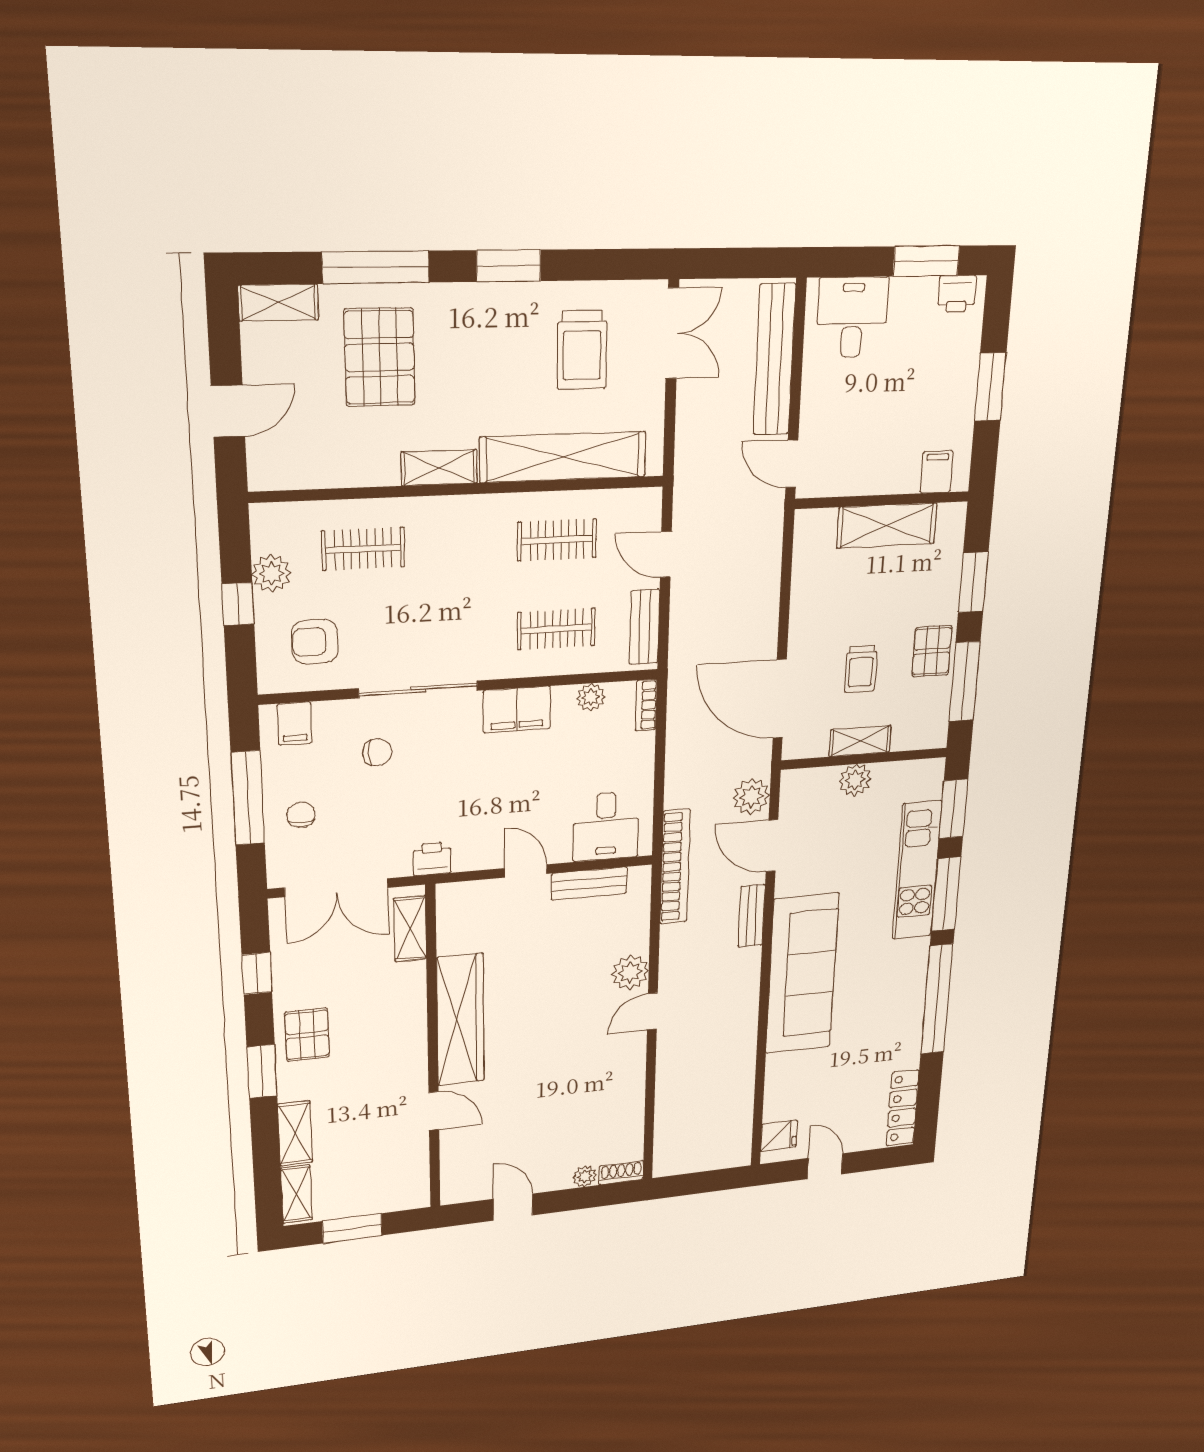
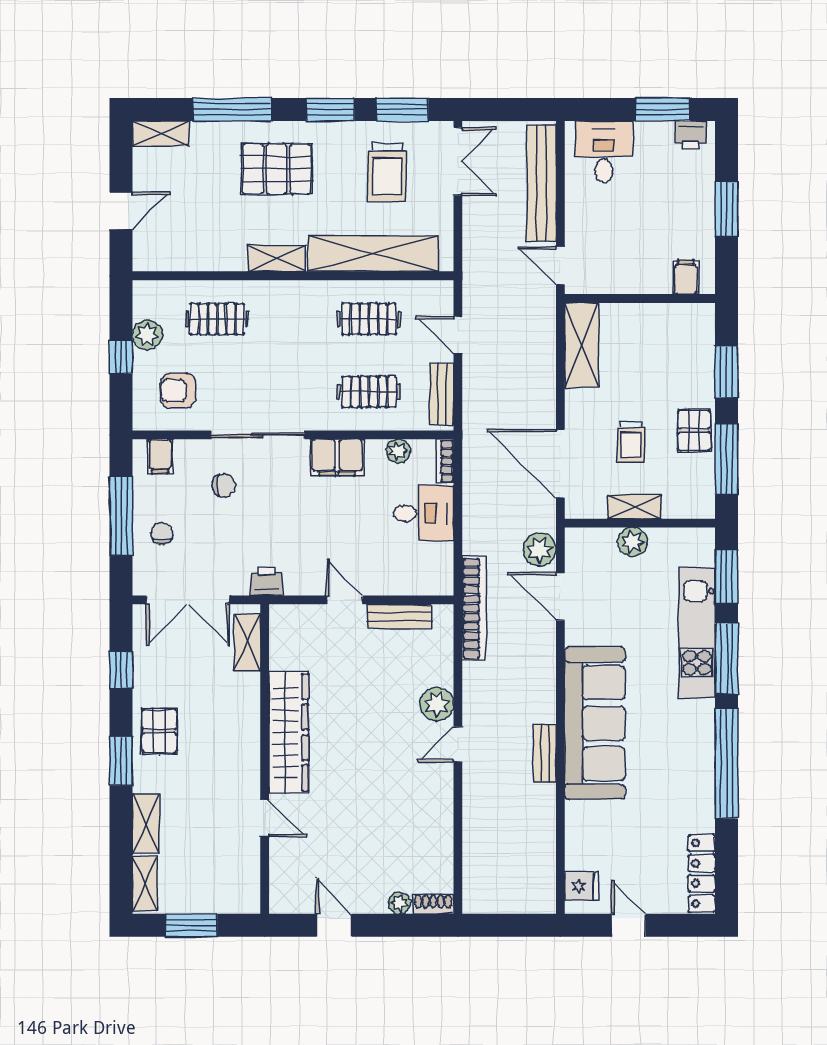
window: (603, 265) -> (402, 109), added
pallet: (380, 357) -> (277, 169), moved, turned 90
shelving: (887, 525) -> (582, 345), moved, turned 90
desk: (606, 826) -> (424, 513), moved, turned -90
bench: (752, 916) -> (545, 753), moved

